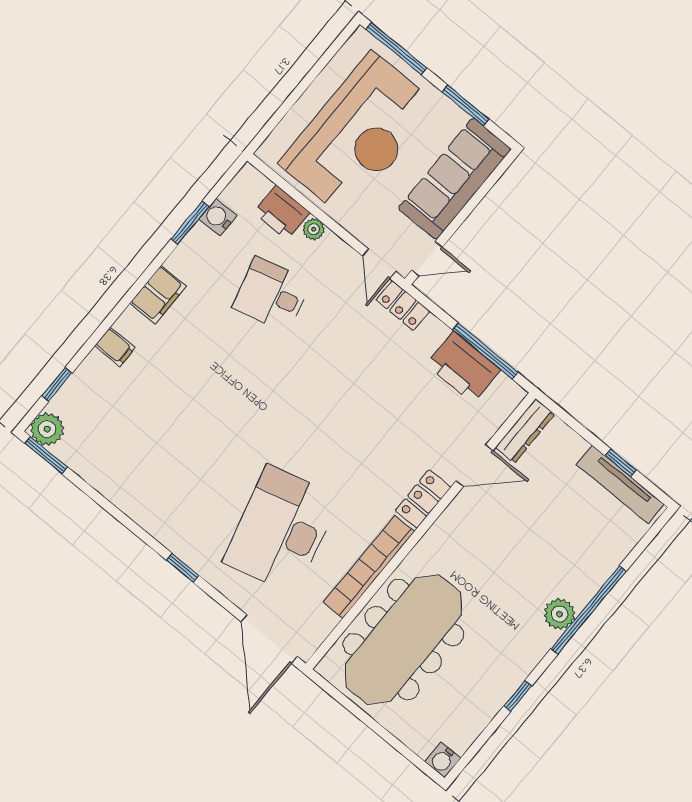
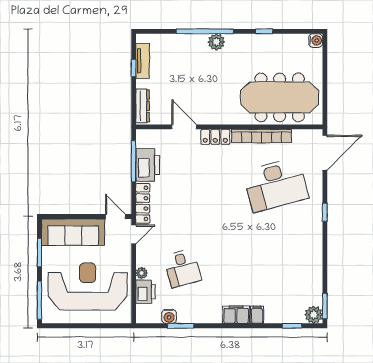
filing cabinet: (158, 294) -> (236, 315), moved
locker: (403, 306) -> (143, 203), width x1.53
dresser: (525, 431) -> (143, 106), moved, turned 90
tv unit: (620, 484) -> (143, 61), width x0.71

